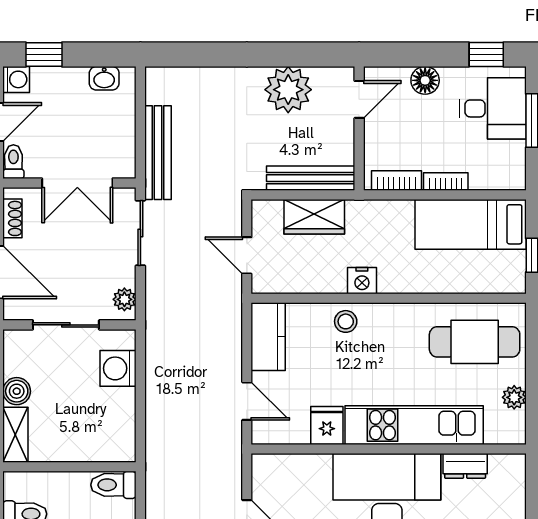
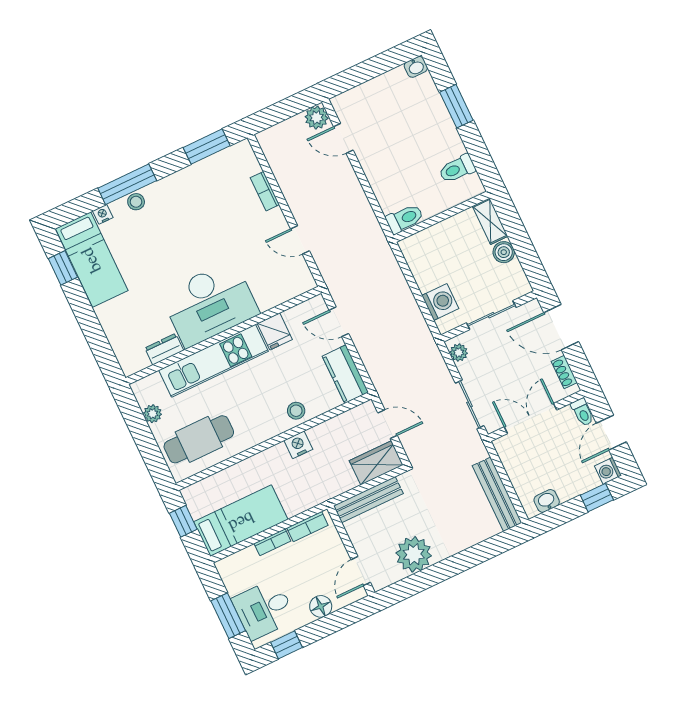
bench: (158, 153) -> (497, 494), moved
wardrobe: (314, 217) -> (376, 463), moved

